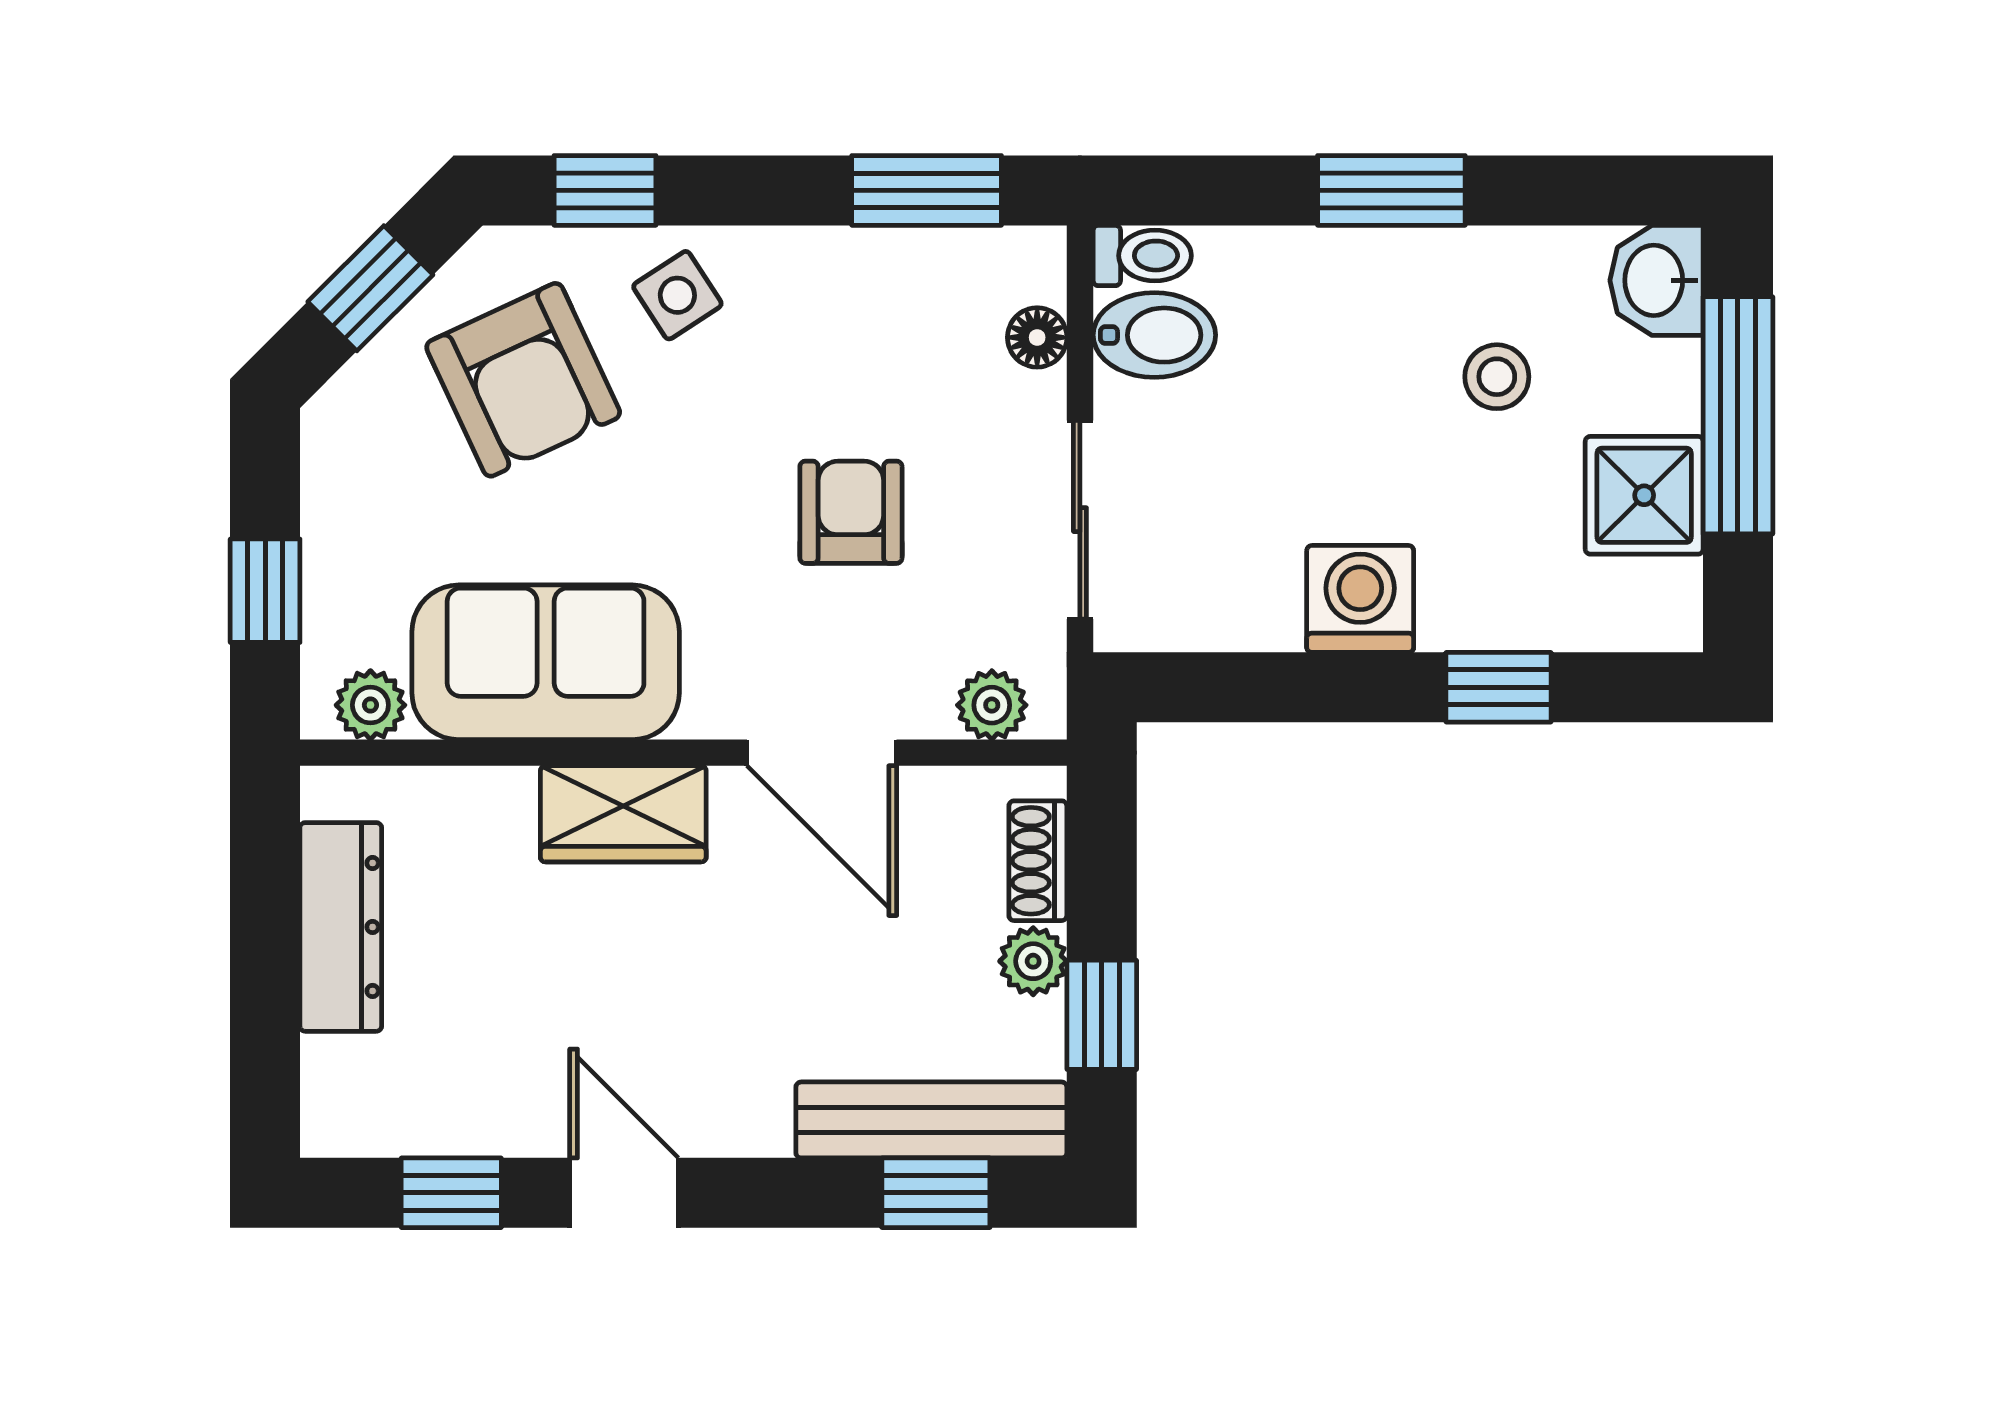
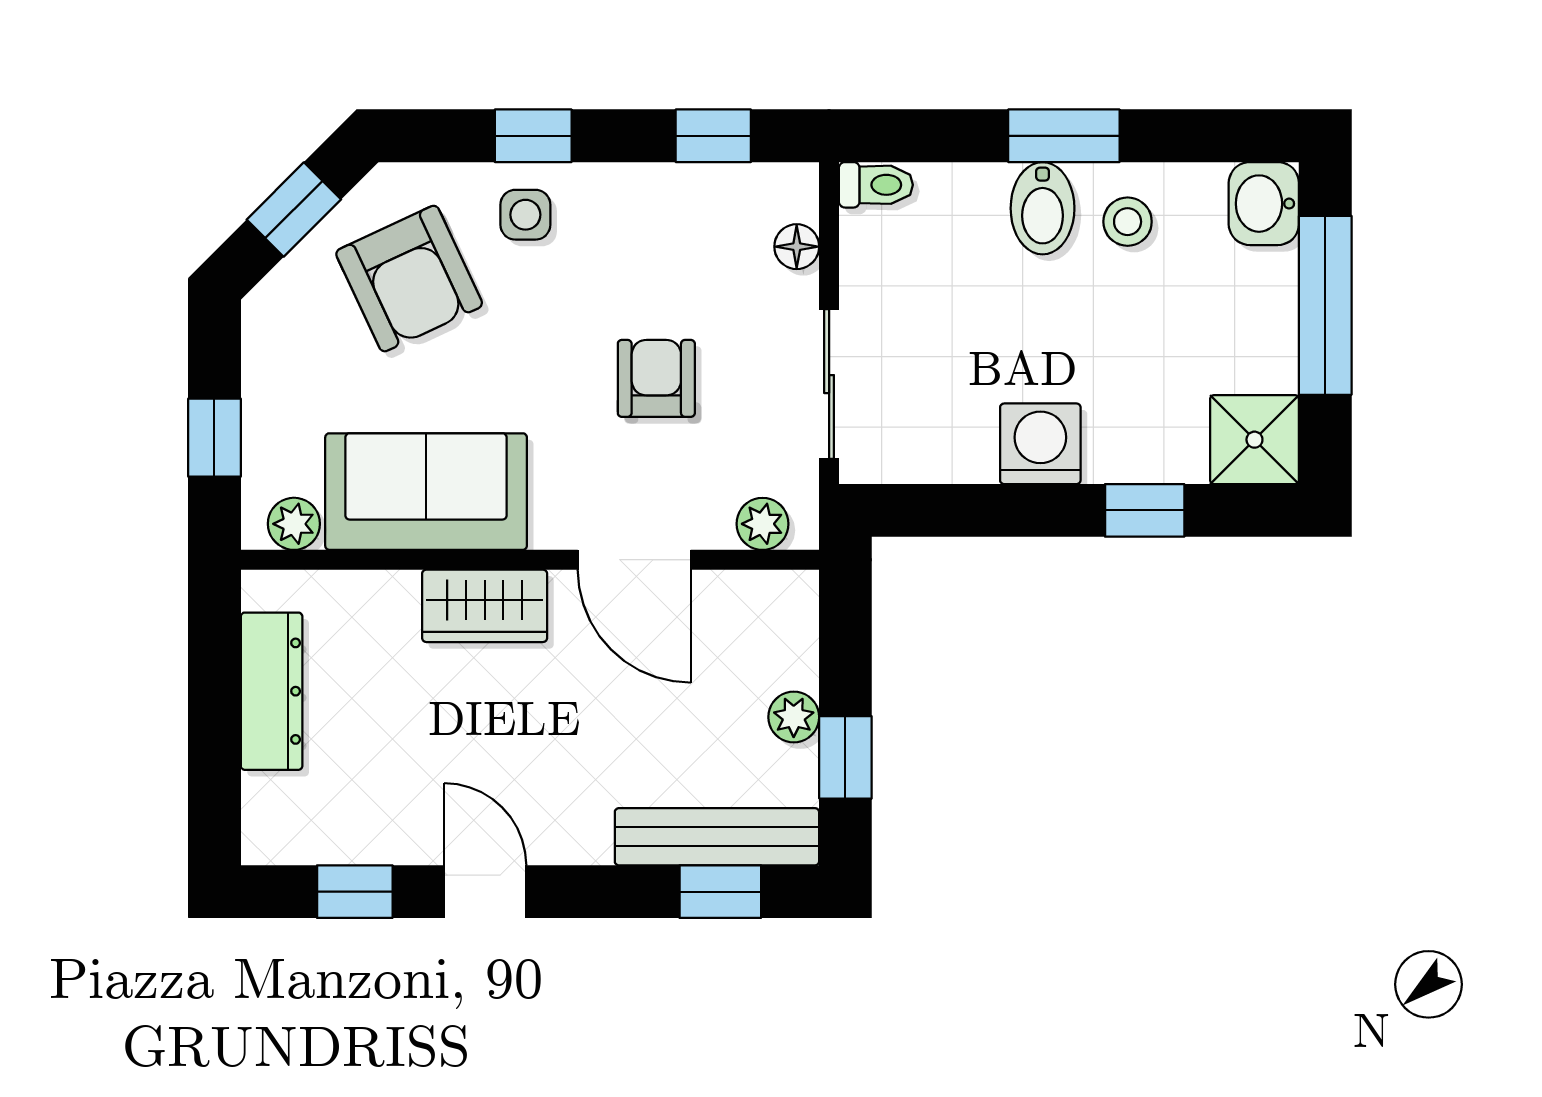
window: (605, 190) -> (533, 136), moved
window: (927, 190) -> (713, 136), width x0.67
side table: (677, 295) -> (525, 215), turned 33
bidet: (1154, 335) -> (1043, 208), moved, turned 90
stool: (1497, 377) -> (1128, 222), moved
shower: (1644, 495) -> (1254, 440), moved
shoe rack: (1038, 861) -> (797, 641), removed

